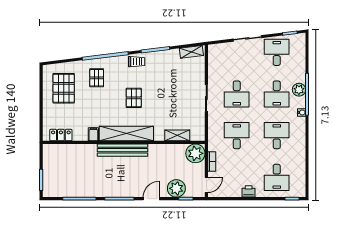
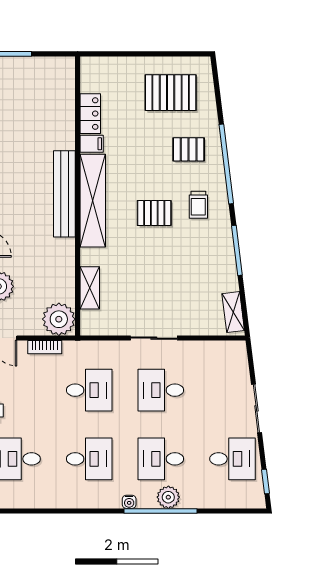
trolley: (137, 62) -> (198, 205), moved
locker: (61, 135) -> (90, 114), moved

